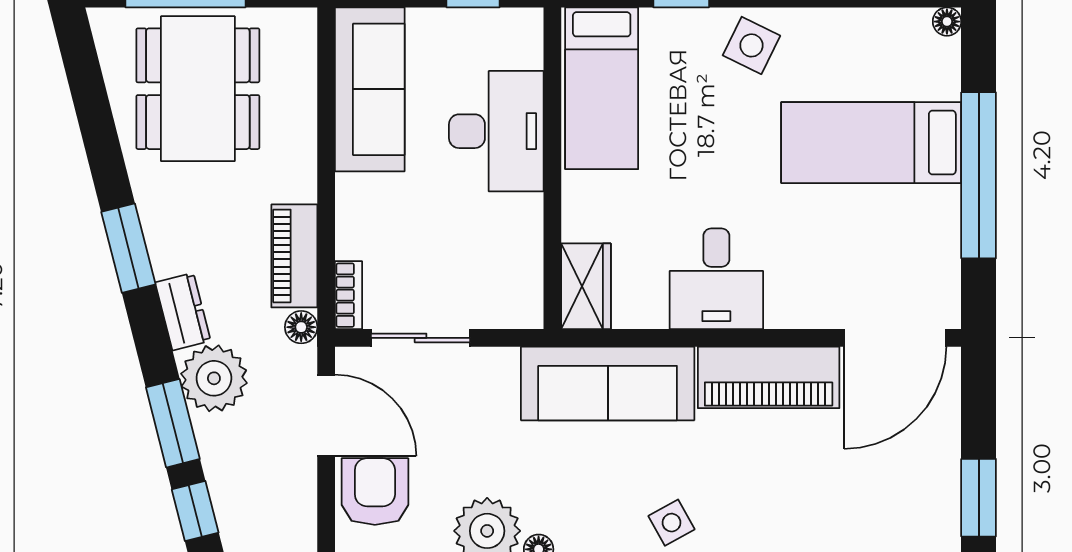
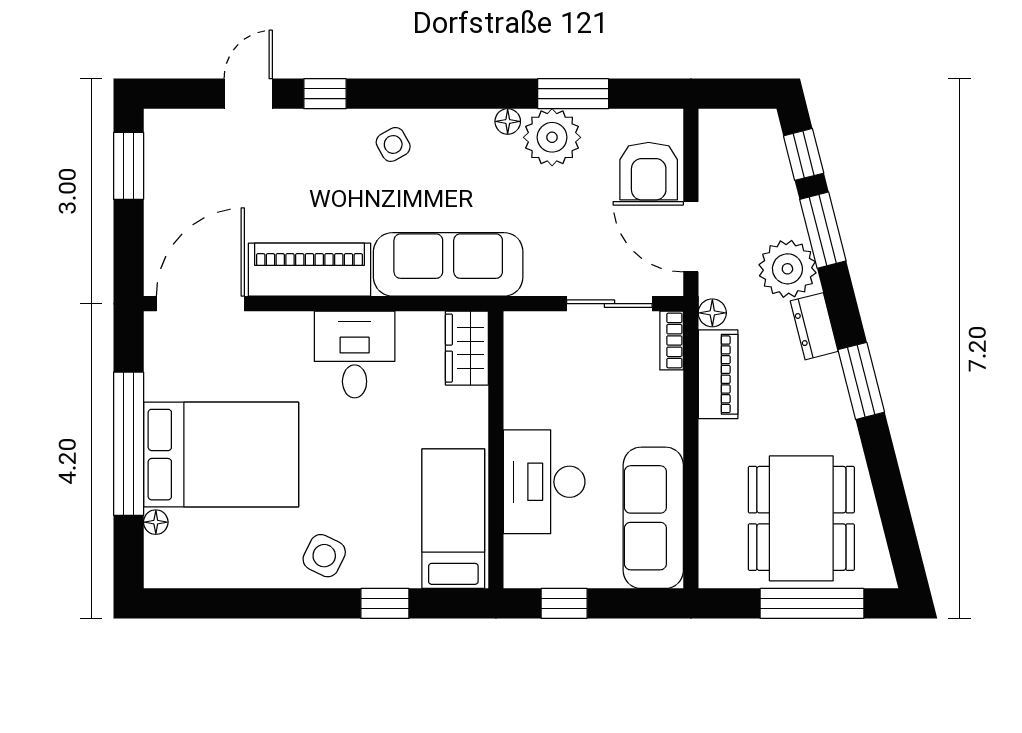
floor lamp: (947, 22) -> (156, 522), moved
bed: (871, 143) -> (221, 455), width x1.50

